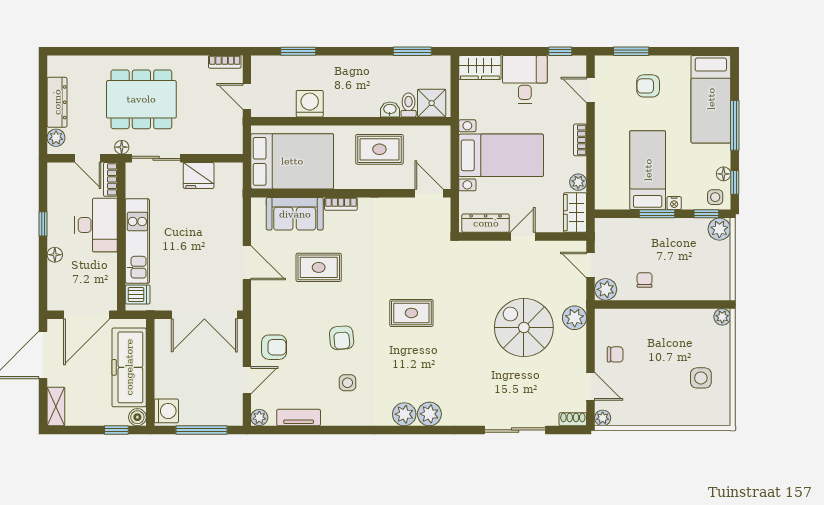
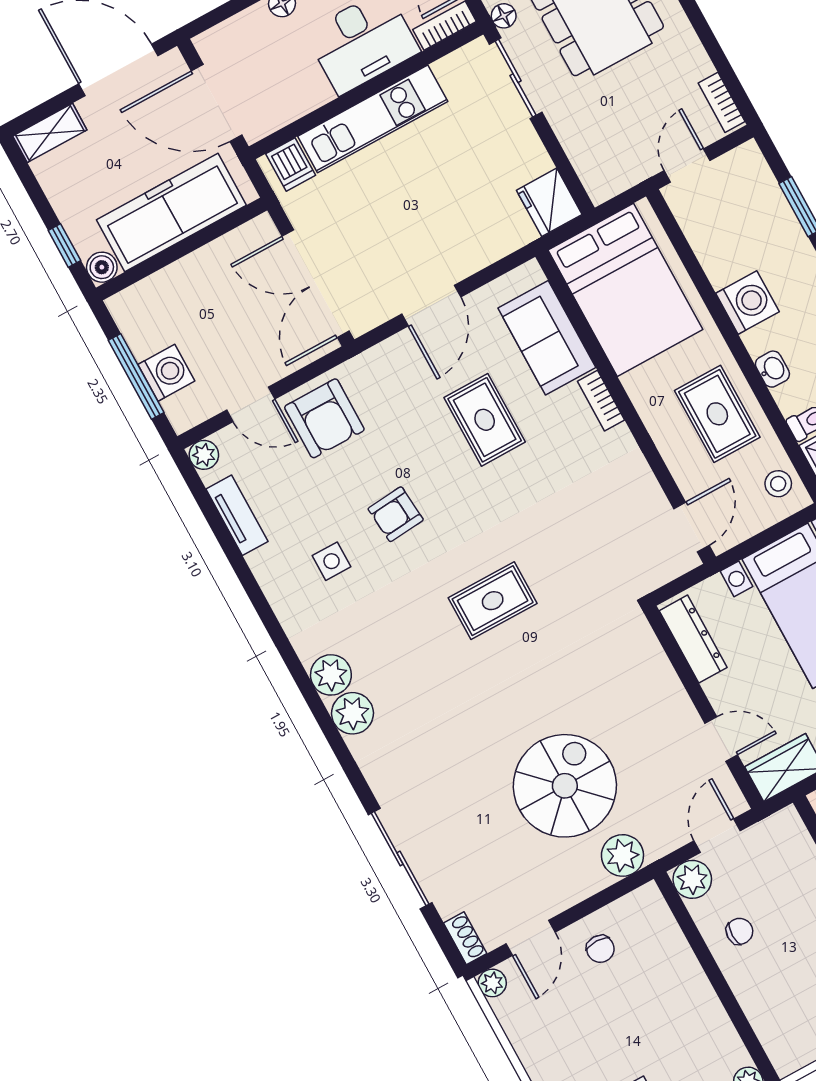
washing machine: (310, 104) -> (747, 303), moved
washbasin: (390, 109) -> (772, 369), moved
stool: (431, 138) -> (778, 484), added
fridge: (199, 175) -> (549, 202), moved
door: (523, 236) -> (721, 739), moved
rug: (411, 313) -> (493, 601), turned 90
armchair: (274, 347) -> (324, 418), width x1.38, depth x1.38
washing machine: (166, 411) -> (166, 373), moved, turned -90

